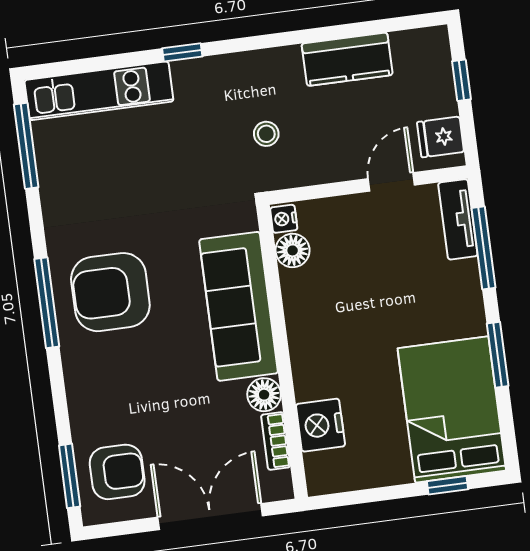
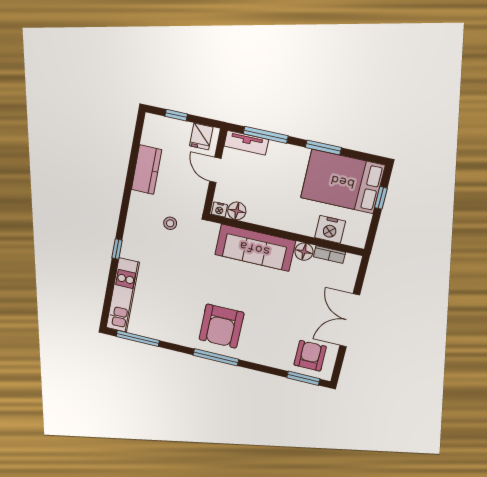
nightstand: (284, 219) -> (219, 209), moved
floor lamp: (293, 250) -> (237, 211), moved
sofa: (239, 306) -> (255, 248), moved
wall: (282, 352) -> (286, 235), moved
floor lamp: (264, 395) -> (304, 252), moved
nightstand: (320, 425) -> (330, 229), moved
bookcase: (276, 441) -> (329, 255), moved

